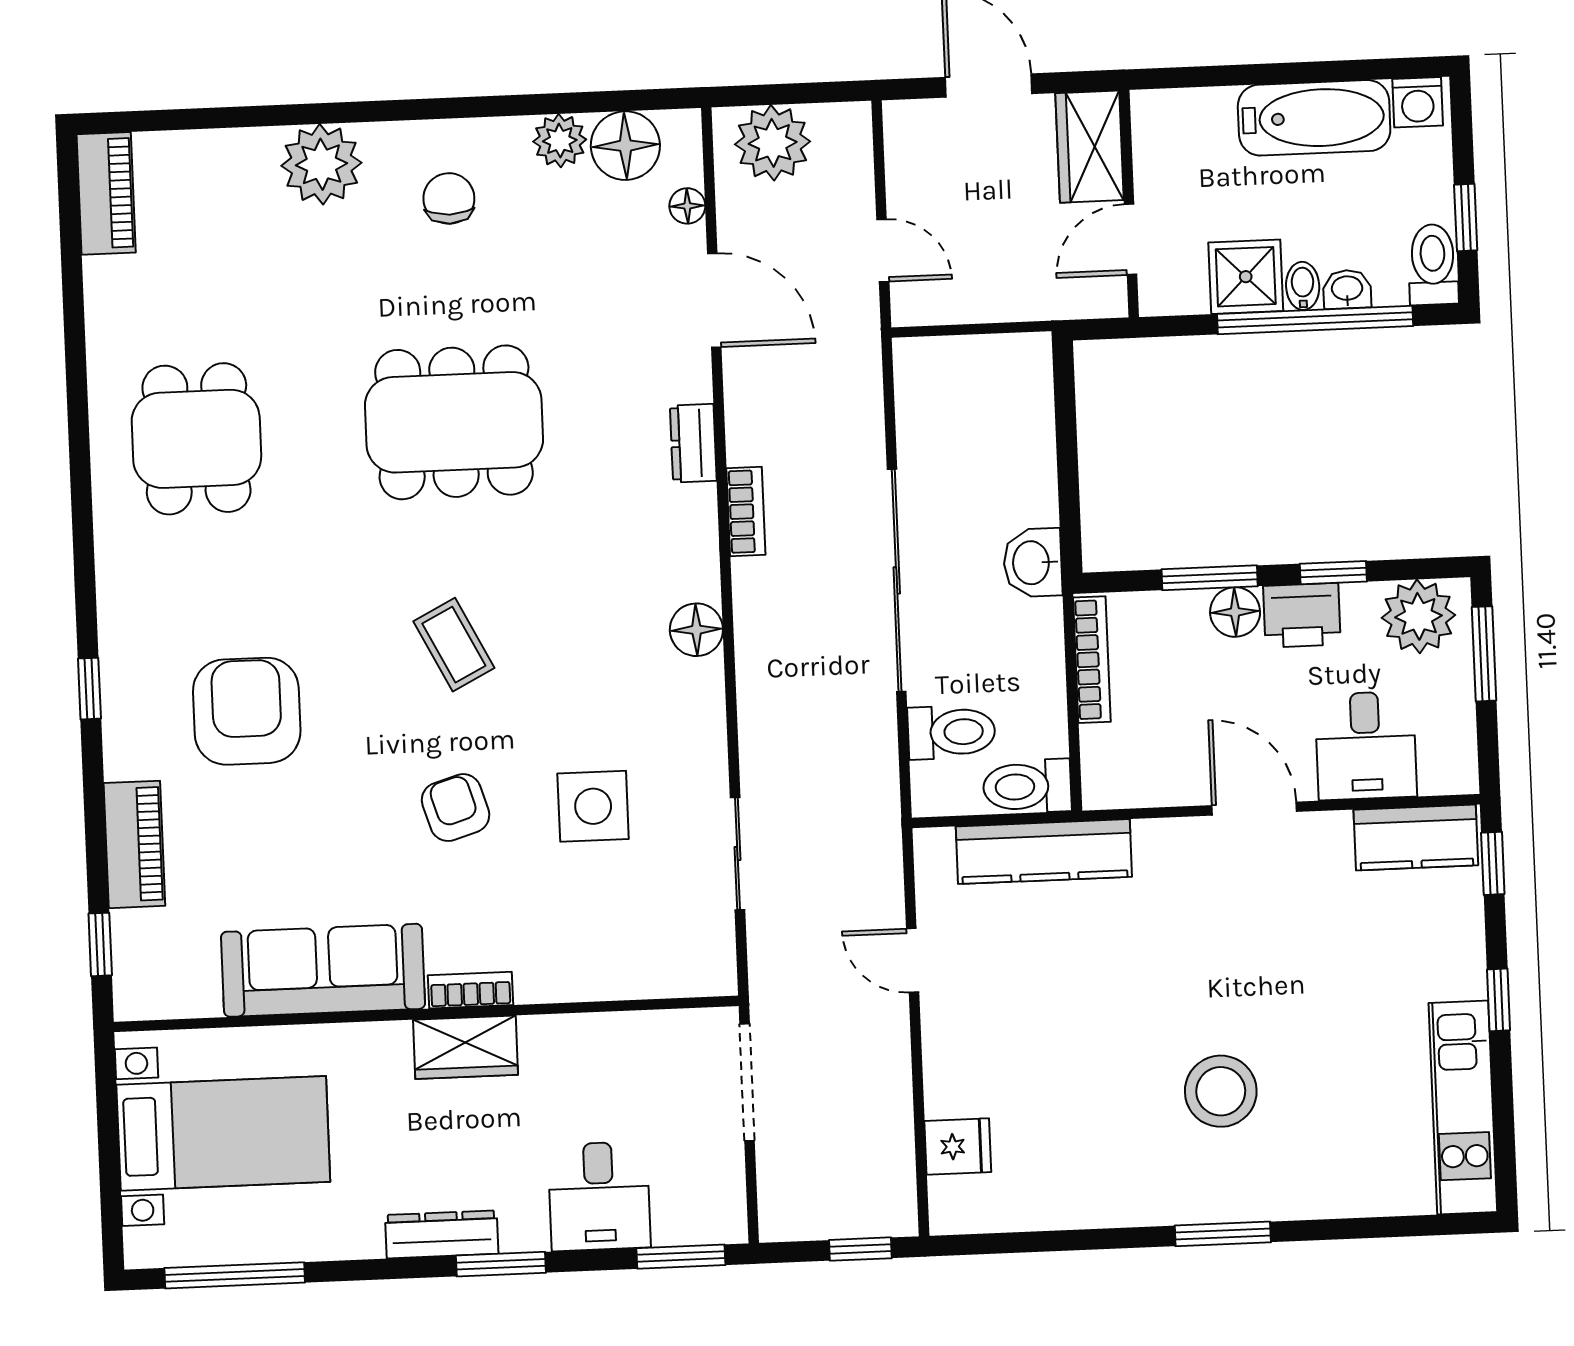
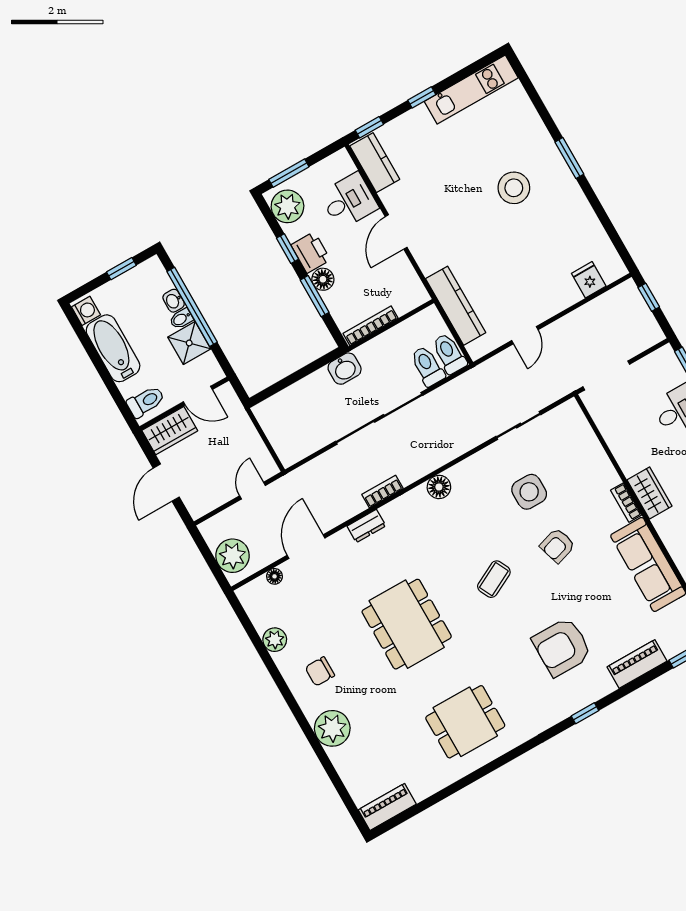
floor lamp: (625, 146) -> (263, 613), removed
toilet: (1433, 265) -> (146, 402), moved, turned 180
toilet: (1027, 786) -> (449, 354), moved, turned 180

